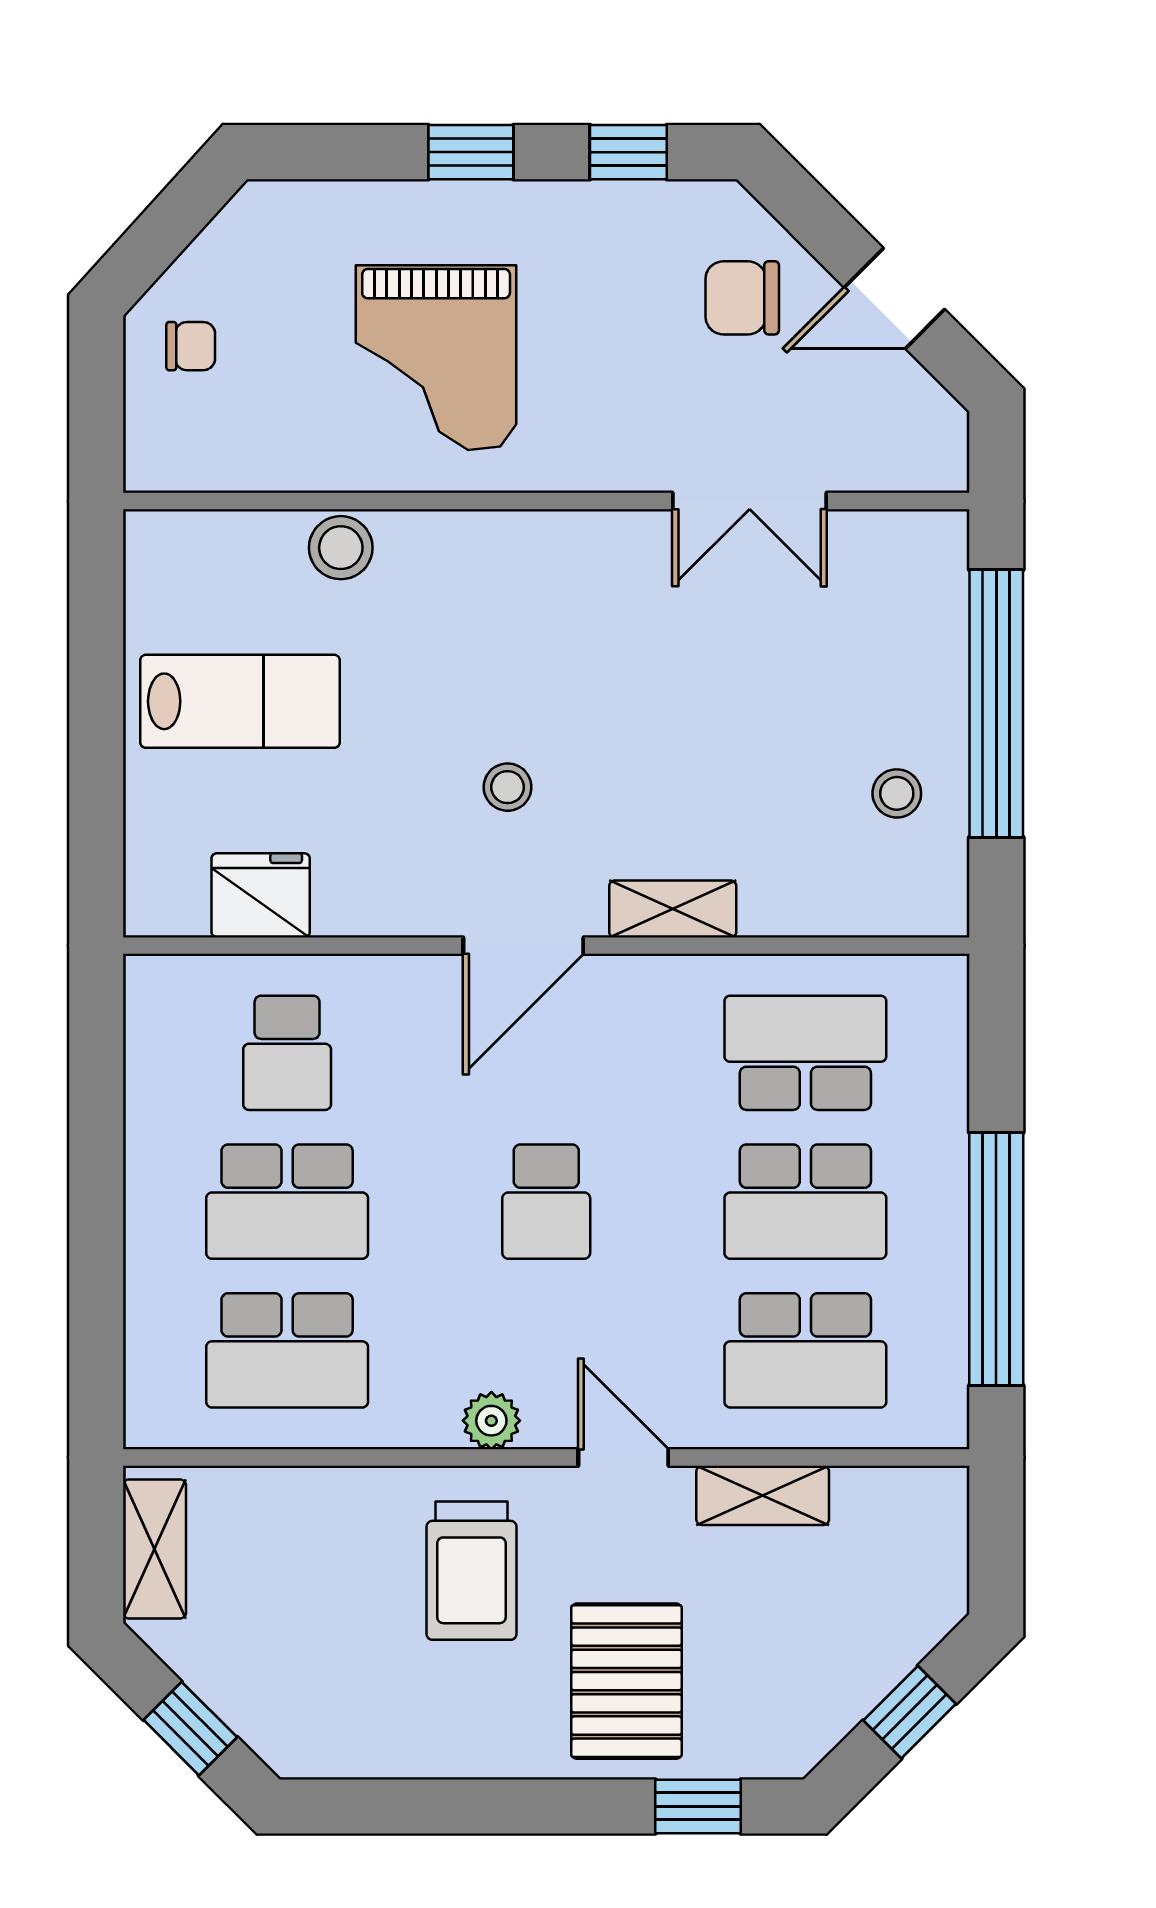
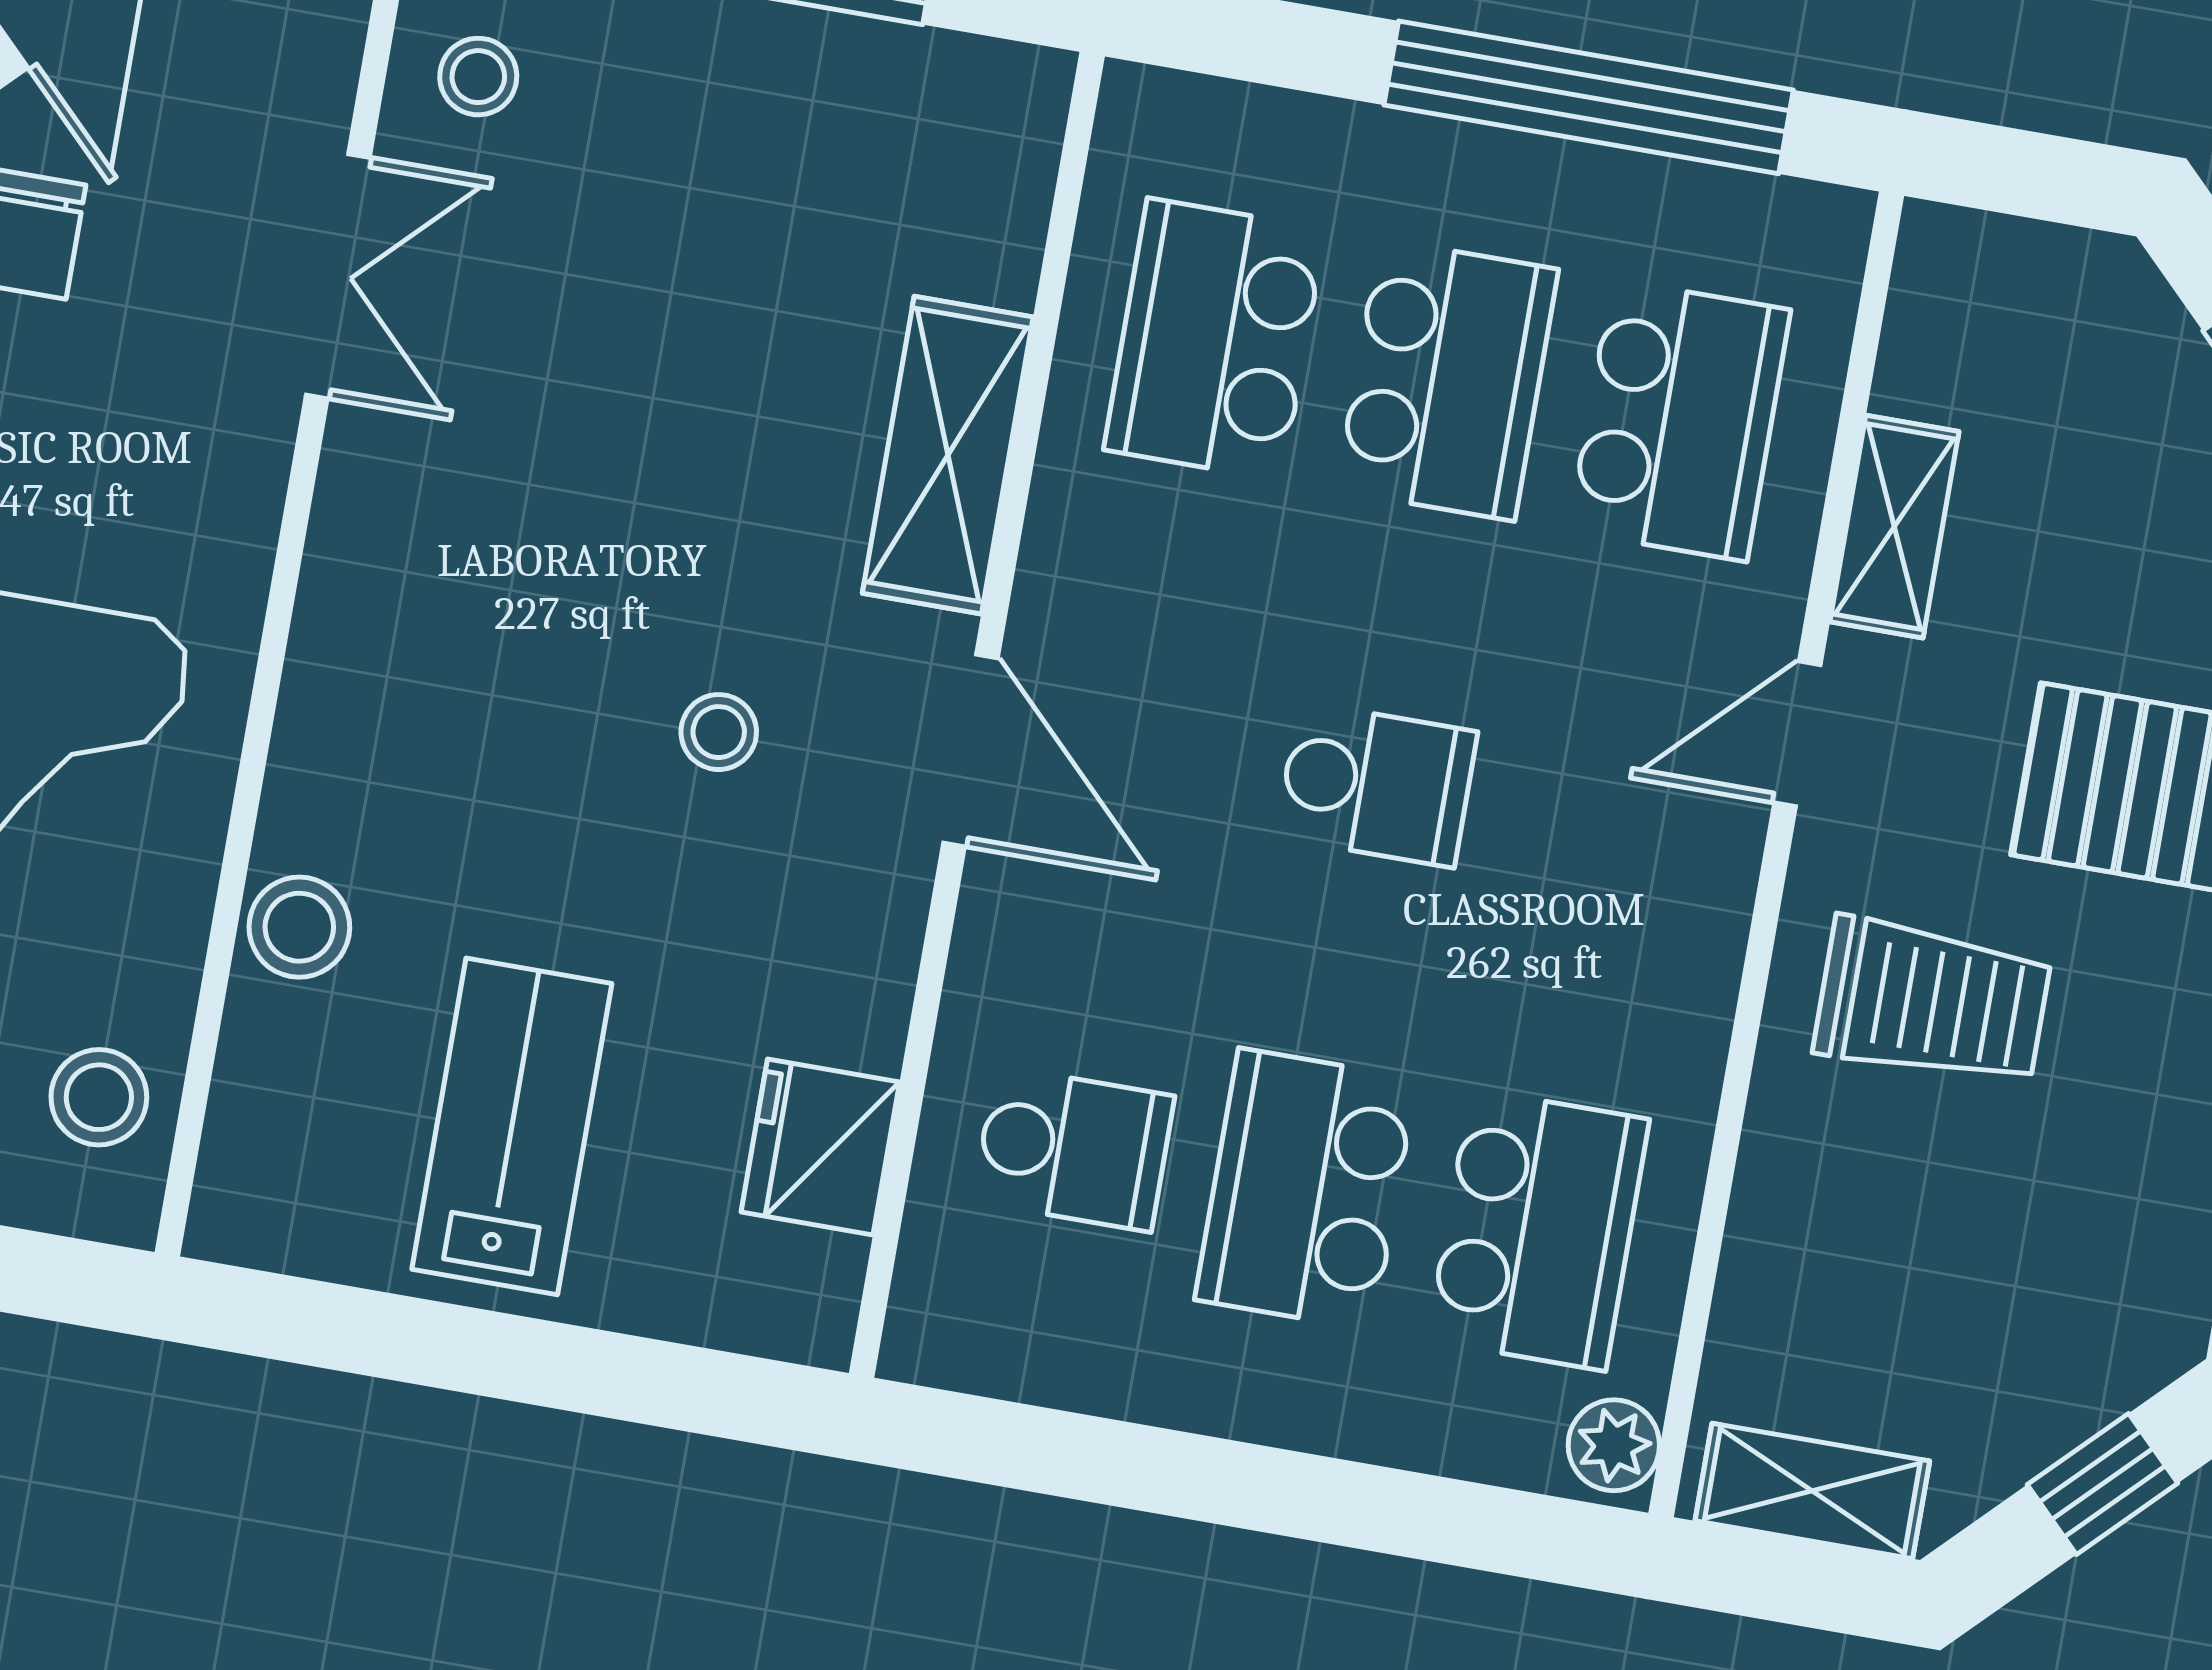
stool: (213, 442) -> (99, 1097), added
stool: (897, 793) -> (478, 77), moved
shelving: (673, 909) -> (948, 455), width x1.50, depth x1.33
school desk: (287, 1202) -> (1306, 1189), turned 180
plant: (491, 1421) -> (1614, 1445), moved

